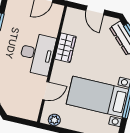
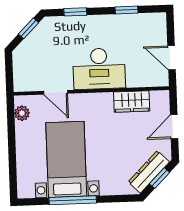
wardrobe: (65, 48) -> (132, 102), moved

